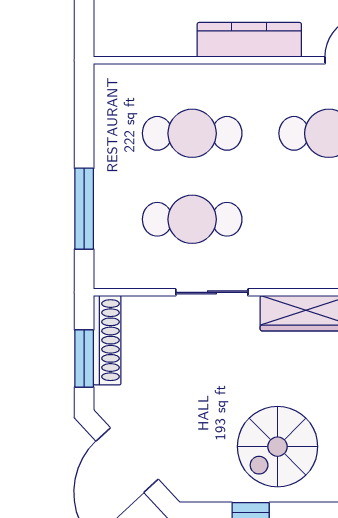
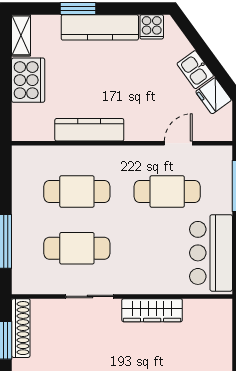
kitchen counter: (249, 40) -> (89, 130), moved

